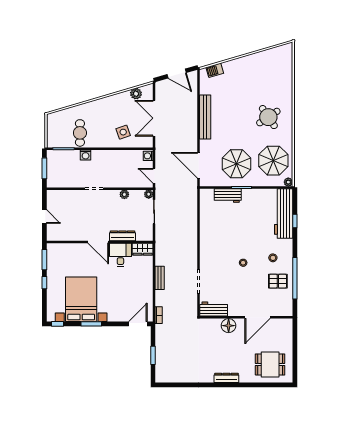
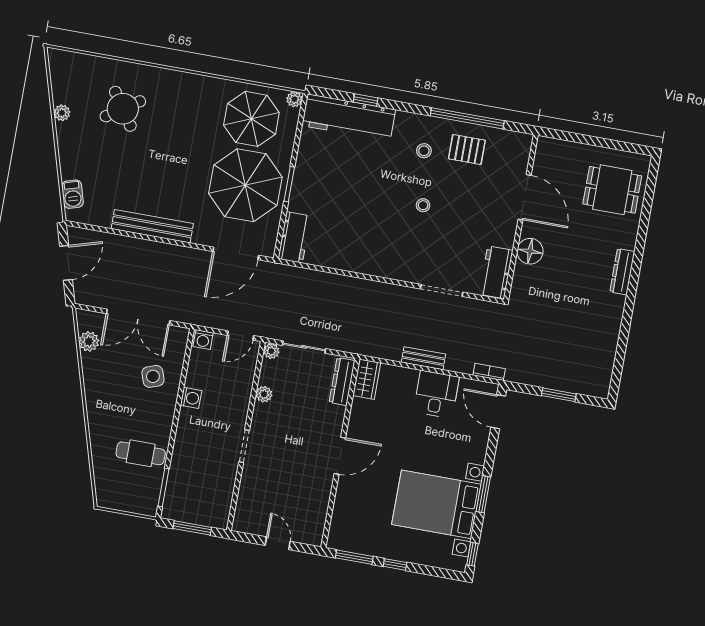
plant: (258, 57) -> (62, 113), added
round table: (268, 117) -> (123, 109), moved
washing machine: (86, 155) -> (191, 398), moved
parasol: (237, 164) -> (245, 185), width x1.36, depth x1.36
workbench: (228, 196) -> (294, 237), moved
door: (44, 217) -> (278, 543), hinge flipped
dresser: (122, 236) -> (342, 382), moved
desk: (120, 255) -> (436, 394), moved, turned 90
pallet: (278, 281) -> (467, 150), turned 90
dining table: (270, 364) -> (612, 190), turned 90

